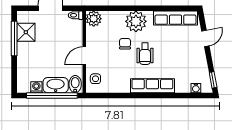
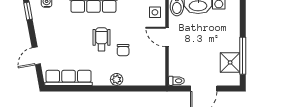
plant: (94, 19) -> (157, 77), removed
plant: (136, 21) -> (117, 79), width x0.53, depth x0.53
door: (84, 56) -> (167, 37), swing flipped

